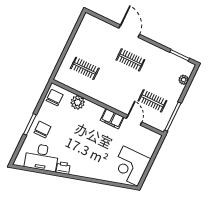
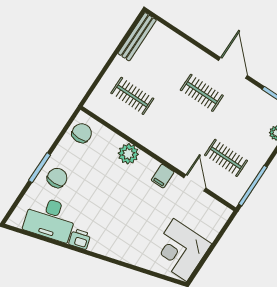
bench: (82, 29) -> (137, 37), added
door: (129, 31) -> (233, 68), moved
plant: (78, 102) -> (128, 154), moved
filing cabinet: (112, 119) -> (163, 176), width x0.50

